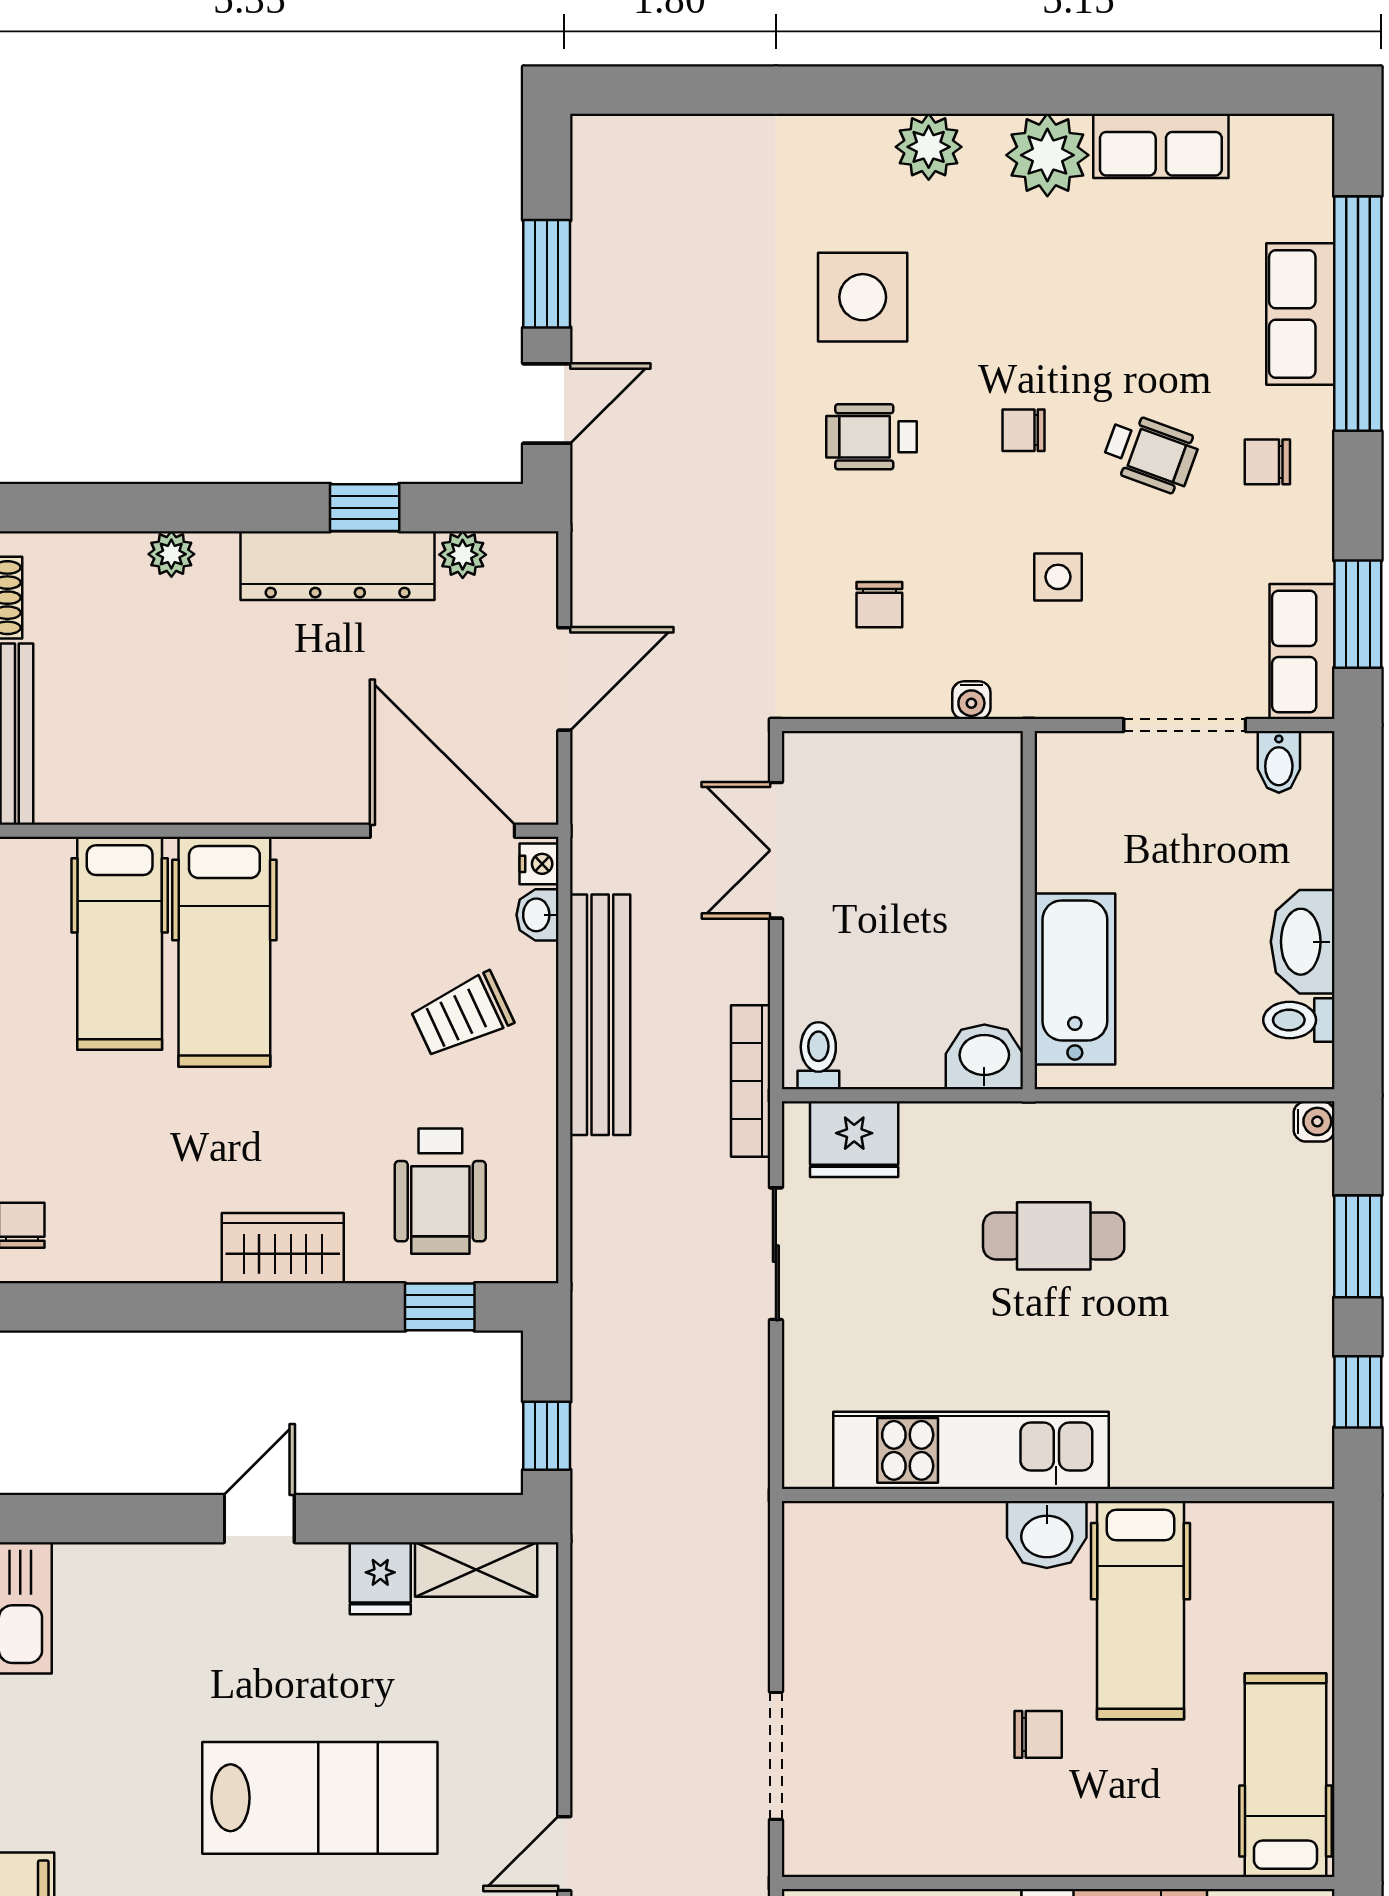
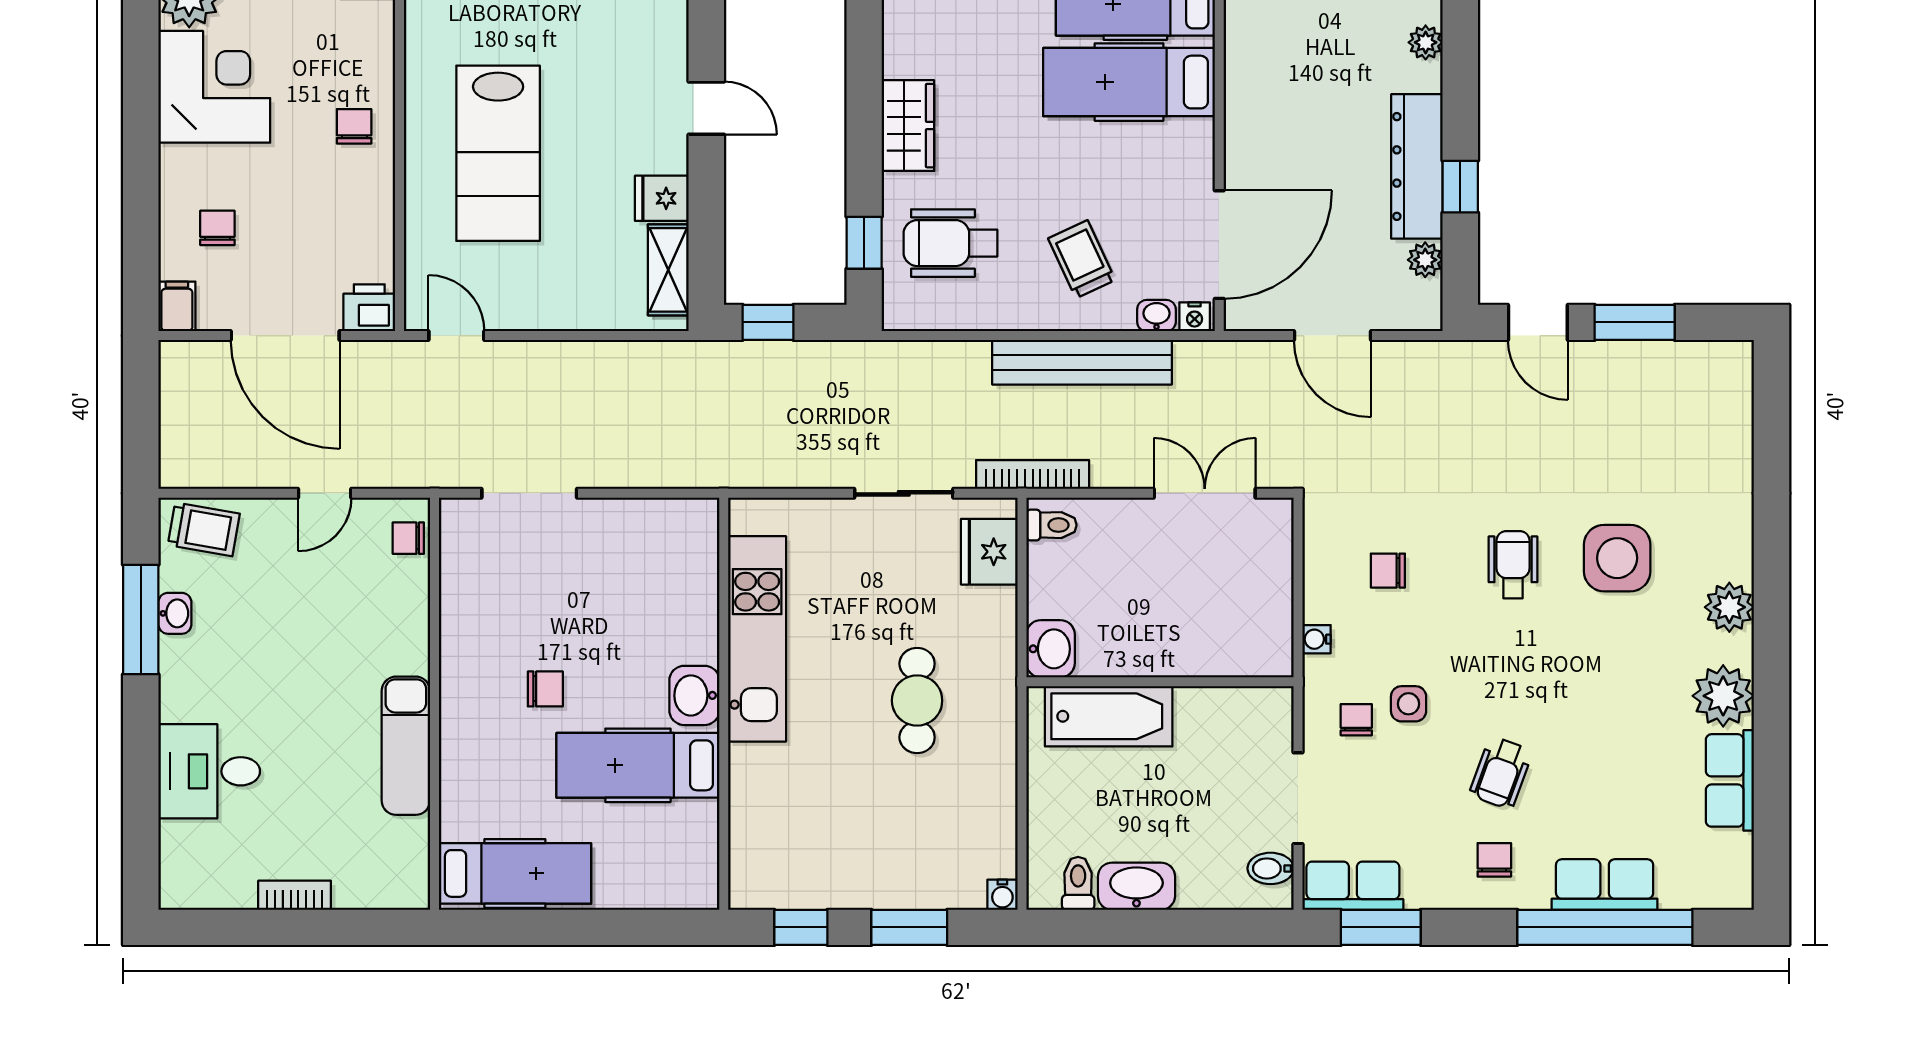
chair: (1024, 430) -> (1356, 720), moved
chair: (1038, 1734) -> (545, 689), turned -90

